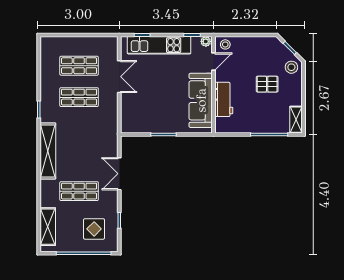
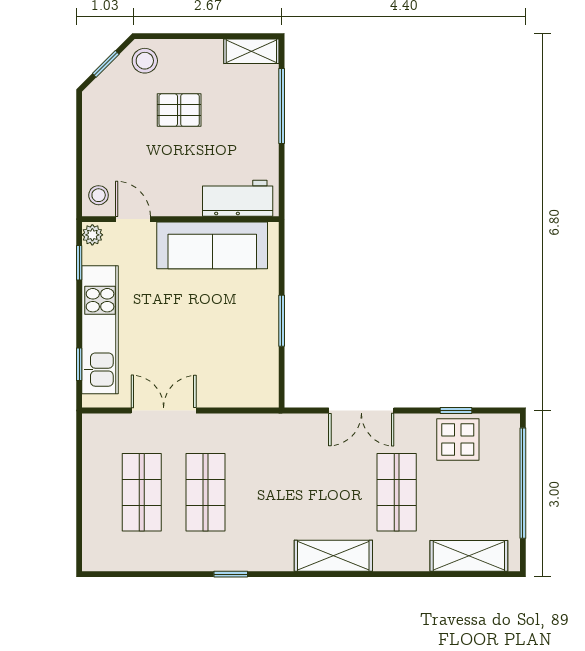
pallet: (267, 84) -> (179, 110), turned 90
workbench: (224, 99) -> (238, 198), moved
shelving: (48, 151) -> (333, 556), width x0.68
display table: (94, 229) -> (458, 440), moved

